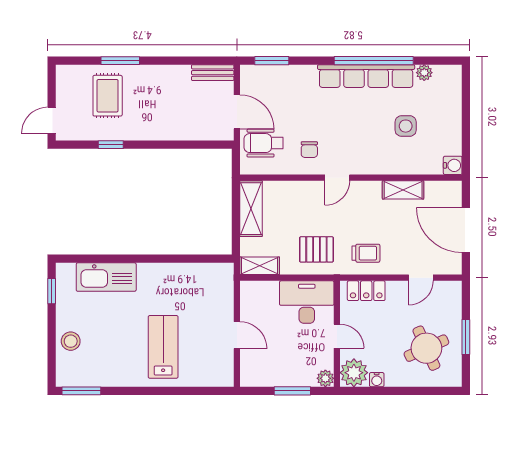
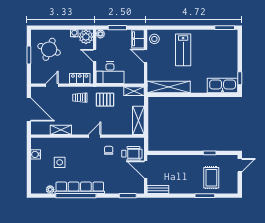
water cooler: (453, 165) -> (36, 154), moved
shelving: (192, 274) -> (169, 87), added
kitchen sink: (106, 277) -> (223, 86), moved
stool: (71, 341) -> (154, 39), moved
round table: (426, 348) -> (49, 49), turned 45
filing cabinet: (252, 369) -> (138, 39), added

